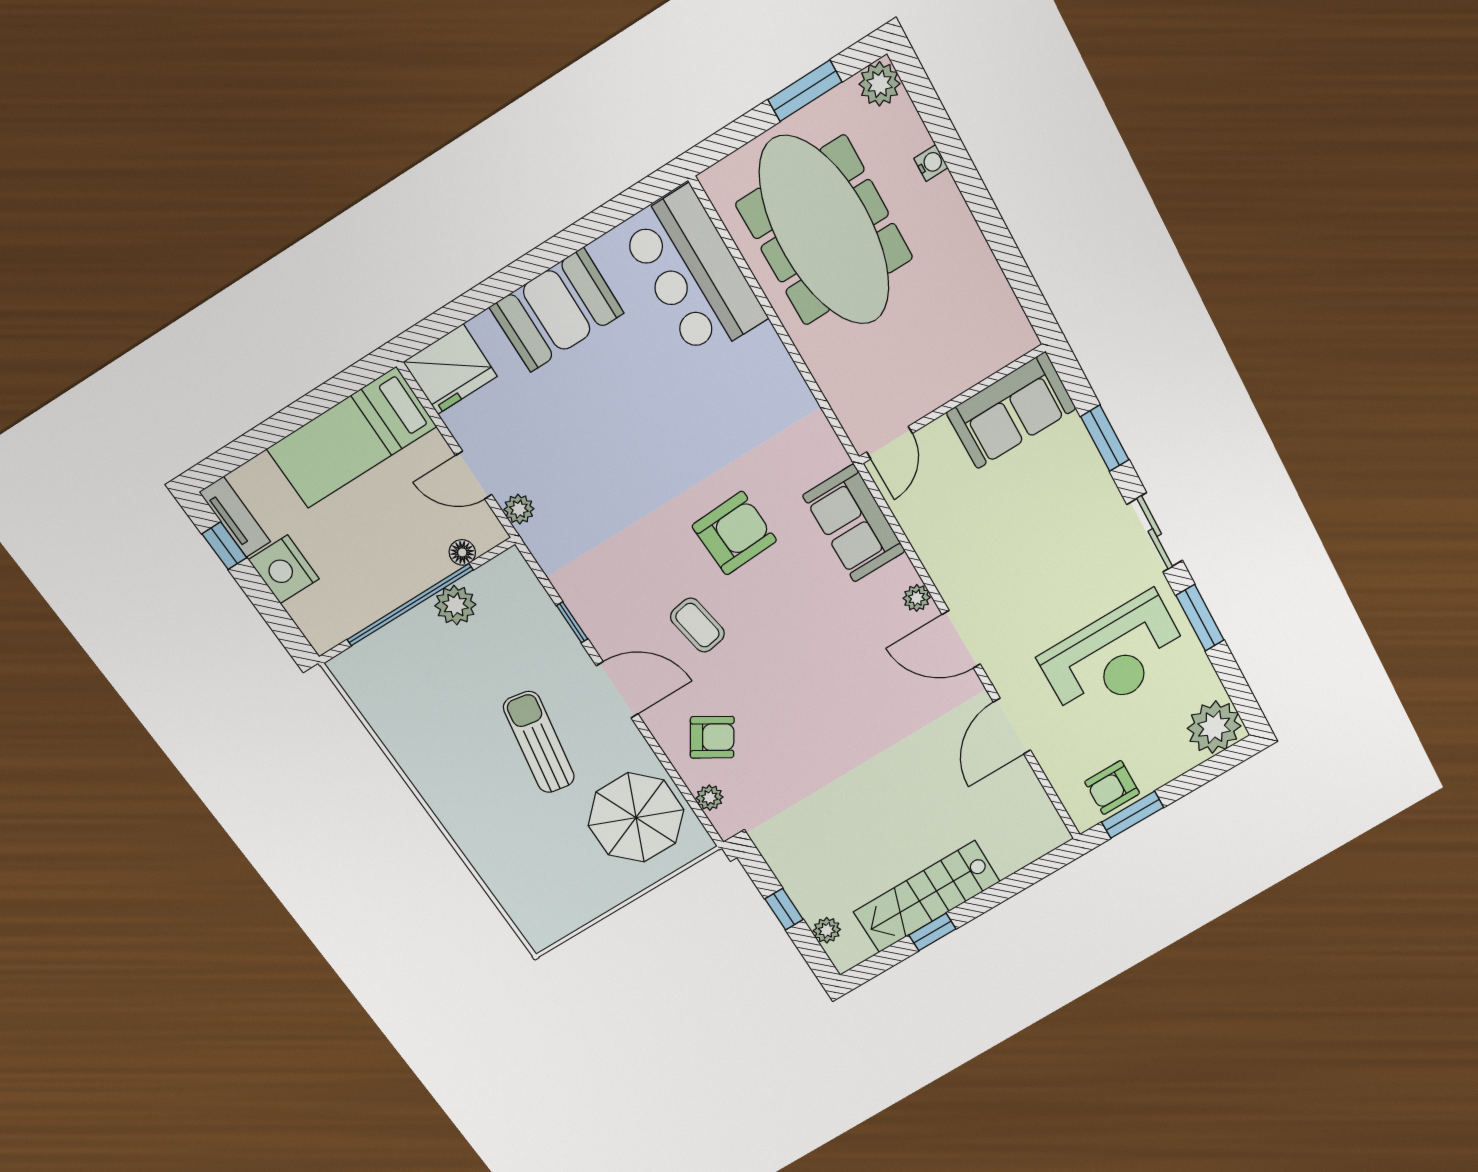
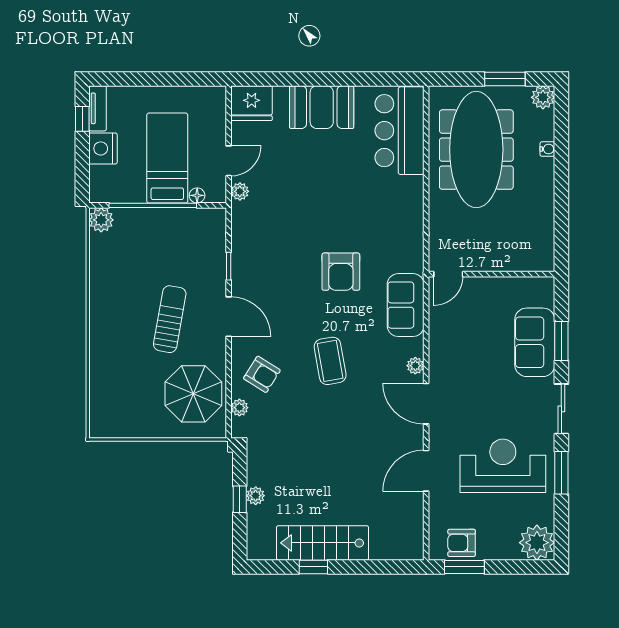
sofa: (1011, 411) -> (535, 342), moved, turned 90
bed: (352, 438) -> (167, 158), moved, turned 90
door: (474, 475) -> (229, 161), swing flipped
armchair: (734, 533) -> (341, 272), turned 93
plant: (455, 605) -> (101, 220), moved
coffee table: (697, 625) -> (330, 361), moved, width x1.36, depth x1.30
reception desk: (1114, 657) -> (503, 466), turned 180
plant: (827, 930) -> (256, 496), moved

